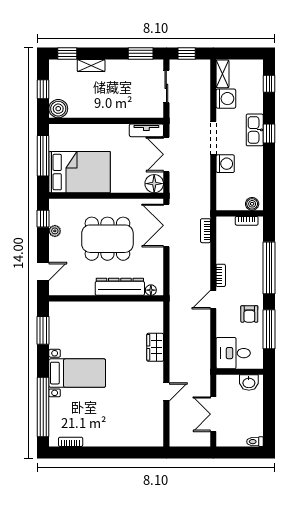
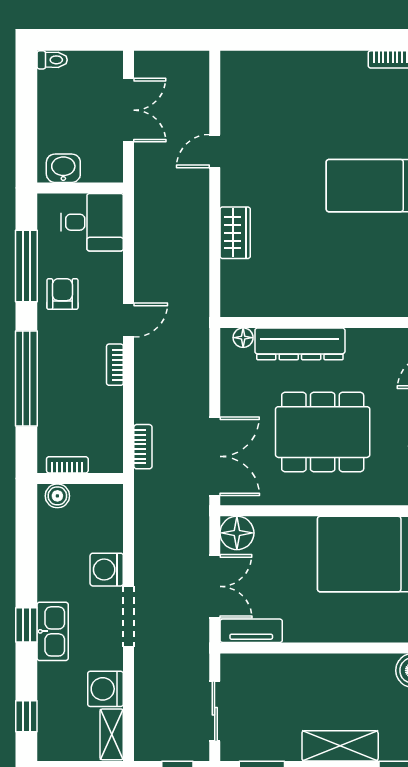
shelving: (91, 65) -> (340, 746), width x1.50, depth x1.33

